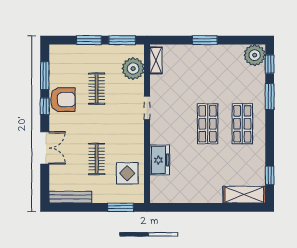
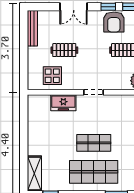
doorway: (147, 108) -> (94, 92), moved
shop shelf: (242, 124) -> (94, 172), width x1.43, depth x1.36
window: (121, 207) -> (24, 70), removed

